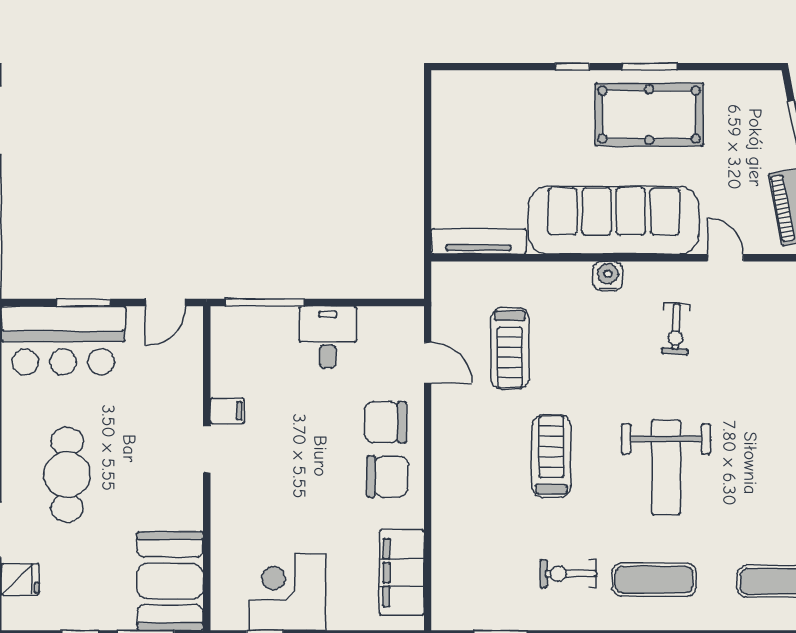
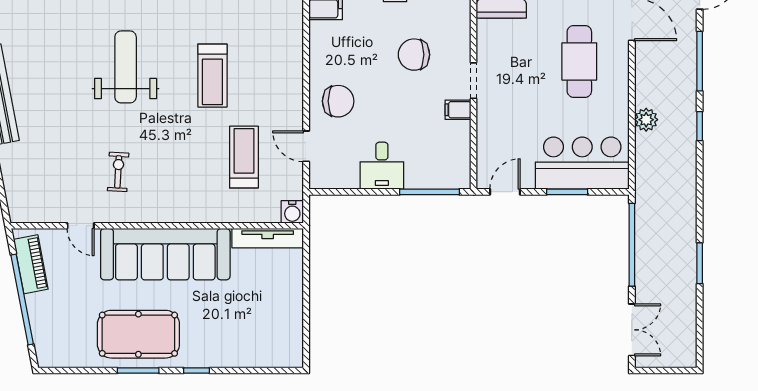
water cooler: (608, 276) -> (292, 212), moved
chair: (387, 476) -> (414, 55), moved

